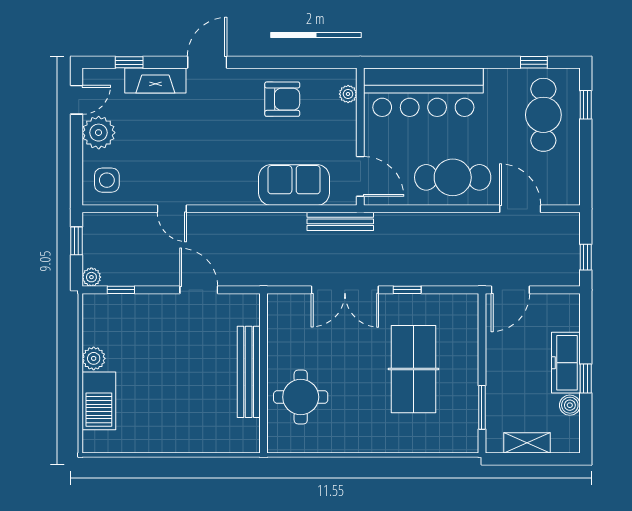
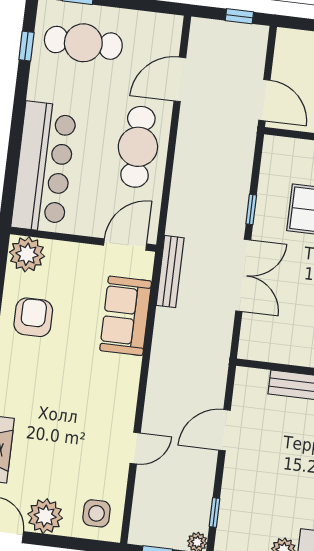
plant: (348, 94) -> (27, 254), width x1.88, depth x1.88

